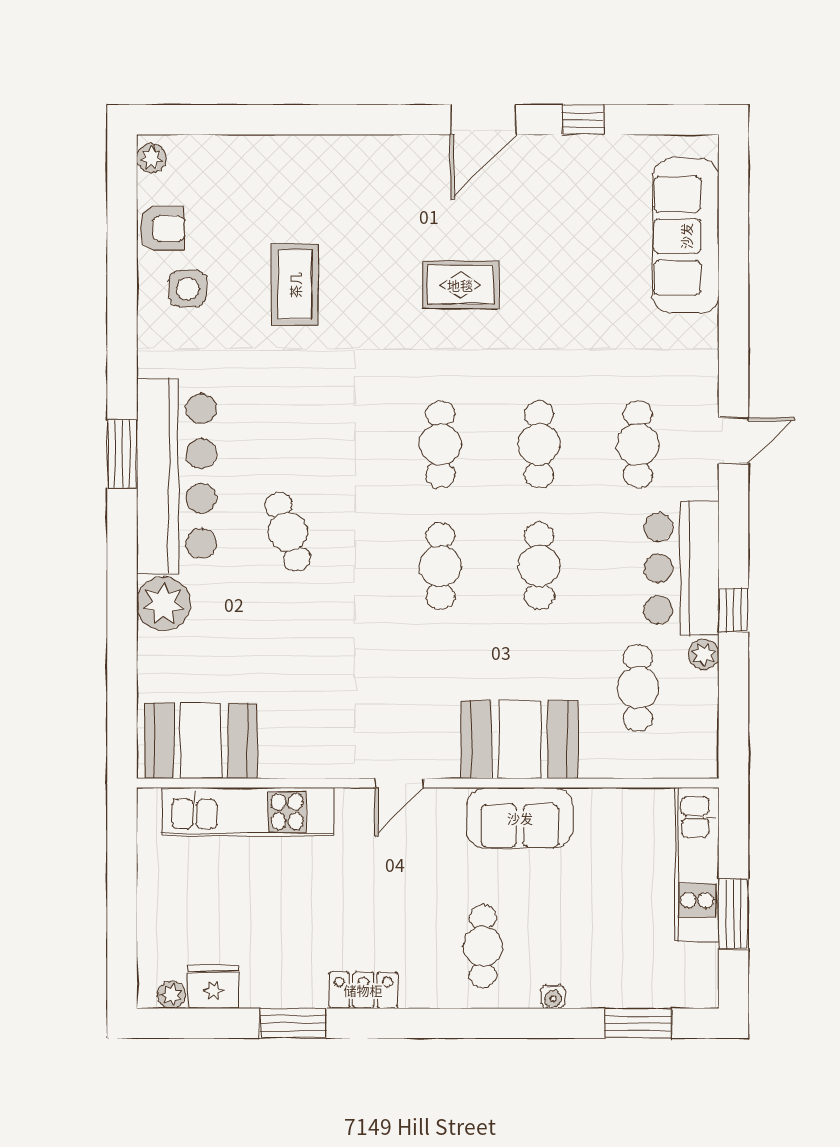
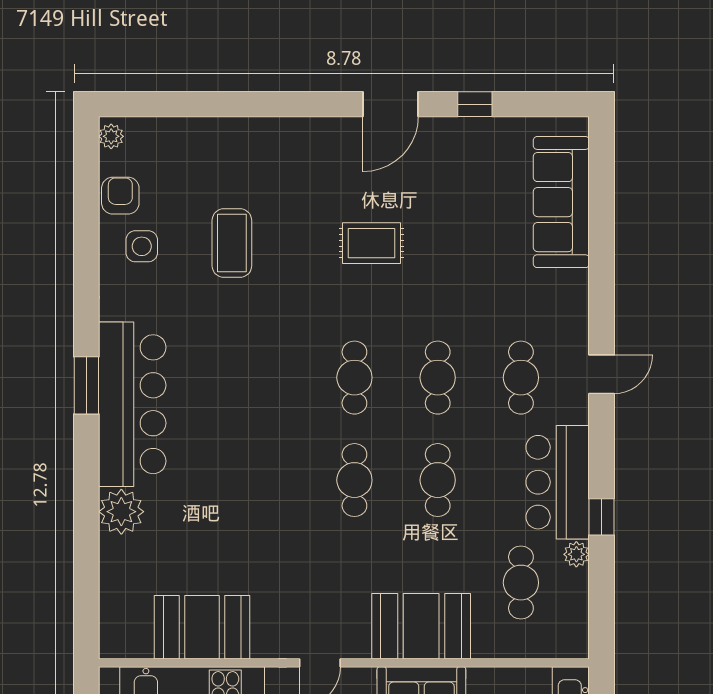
armchair: (162, 228) -> (120, 196), turned -90
cafe table: (288, 532) -> (226, 451), removed
booth: (201, 741) -> (202, 627), moved

